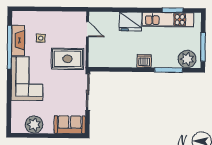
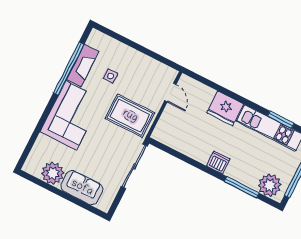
sofa: (70, 125) -> (82, 188), moved

